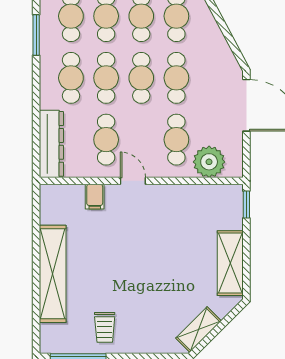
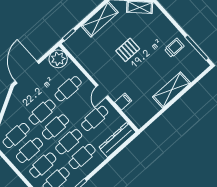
plant: (209, 162) -> (58, 59), moved
pallet: (157, 264) -> (128, 50), added
shelving: (53, 274) -> (172, 90), width x0.68

